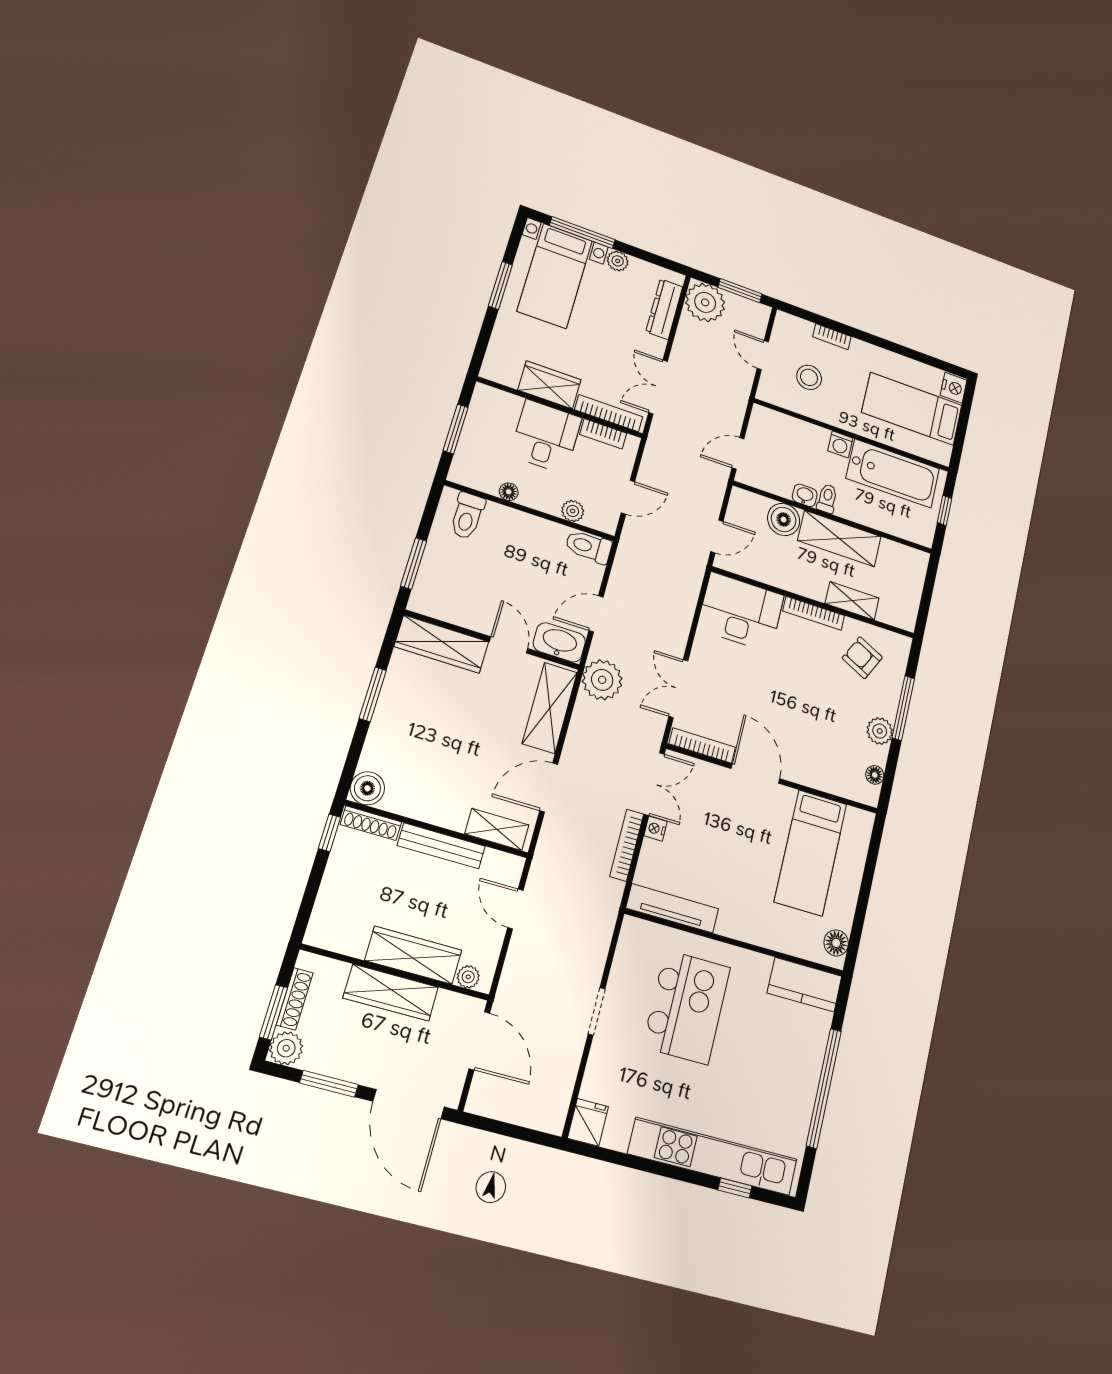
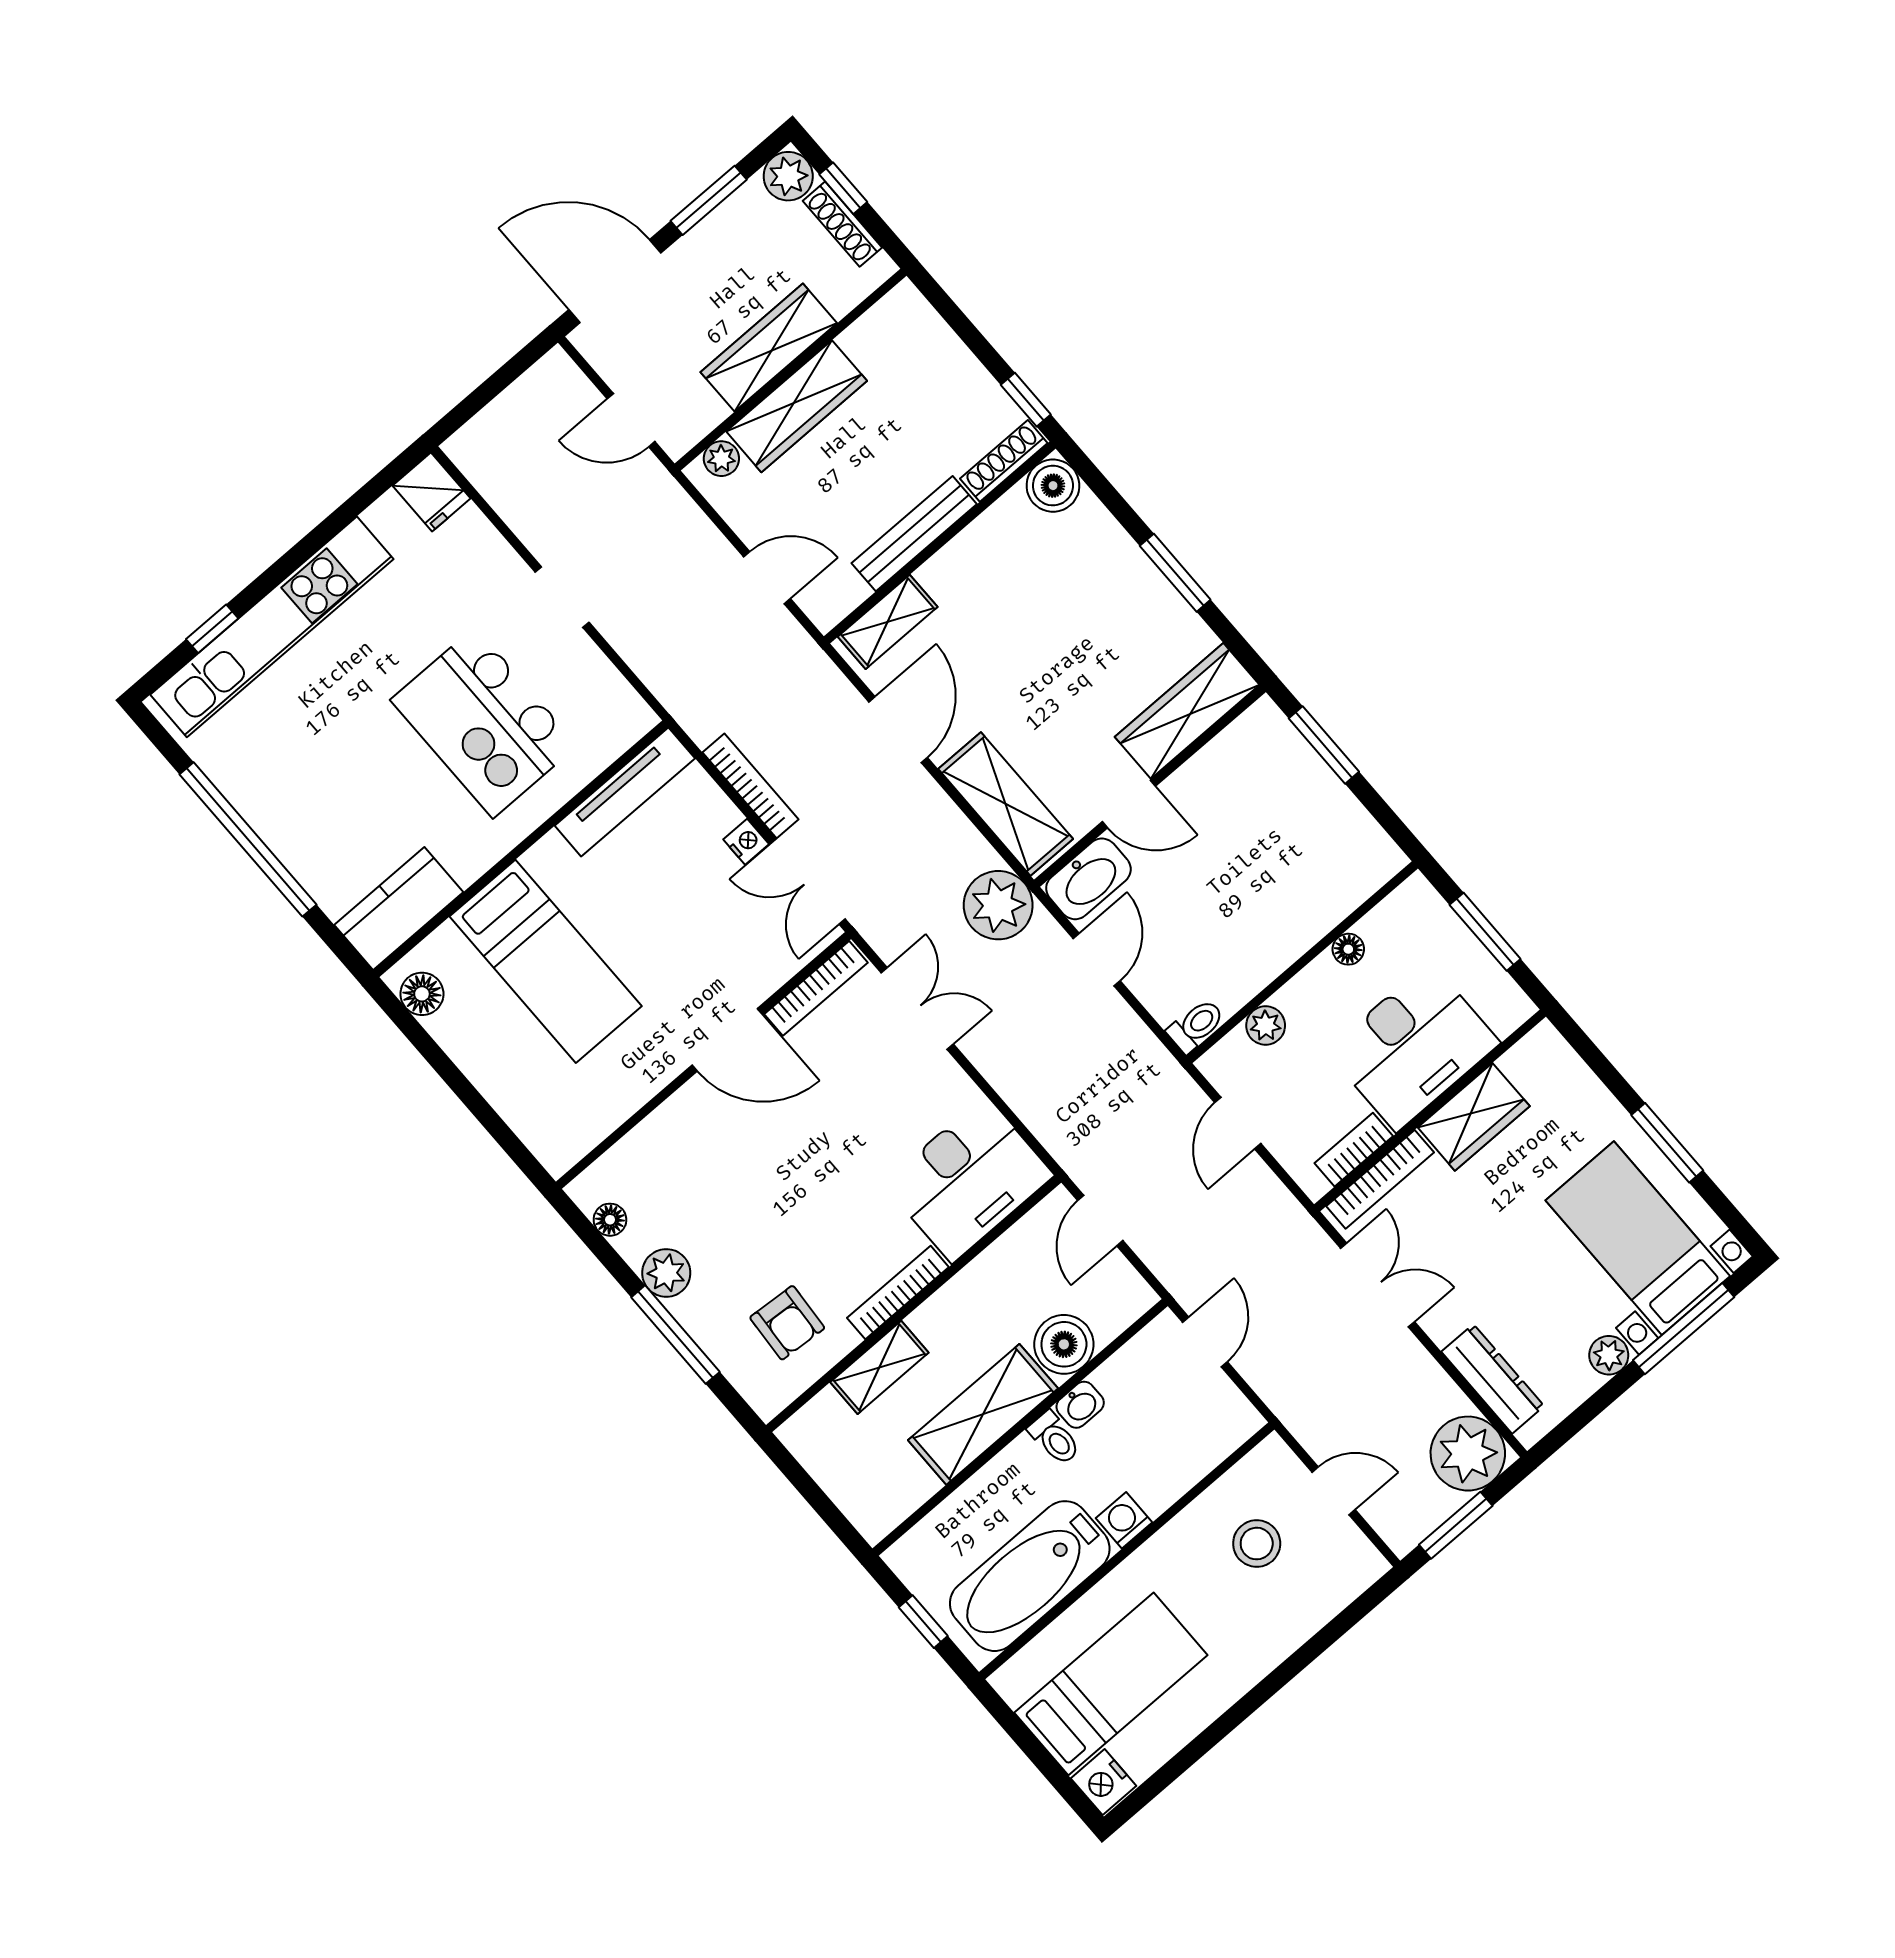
bookcase: (832, 337) -> (1299, 1629), removed
desk: (546, 437) -> (1413, 1047), width x1.37
toilet: (467, 516) -> (1348, 866), removed
toilet: (589, 547) -> (1196, 1026), width x0.73, depth x0.72
armchair: (862, 658) -> (787, 1323), turned 68
bed: (811, 853) -> (546, 961), moved, turned 180
window: (273, 1012) -> (843, 188), width x0.67
door: (479, 1041) -> (631, 420), width x0.73

